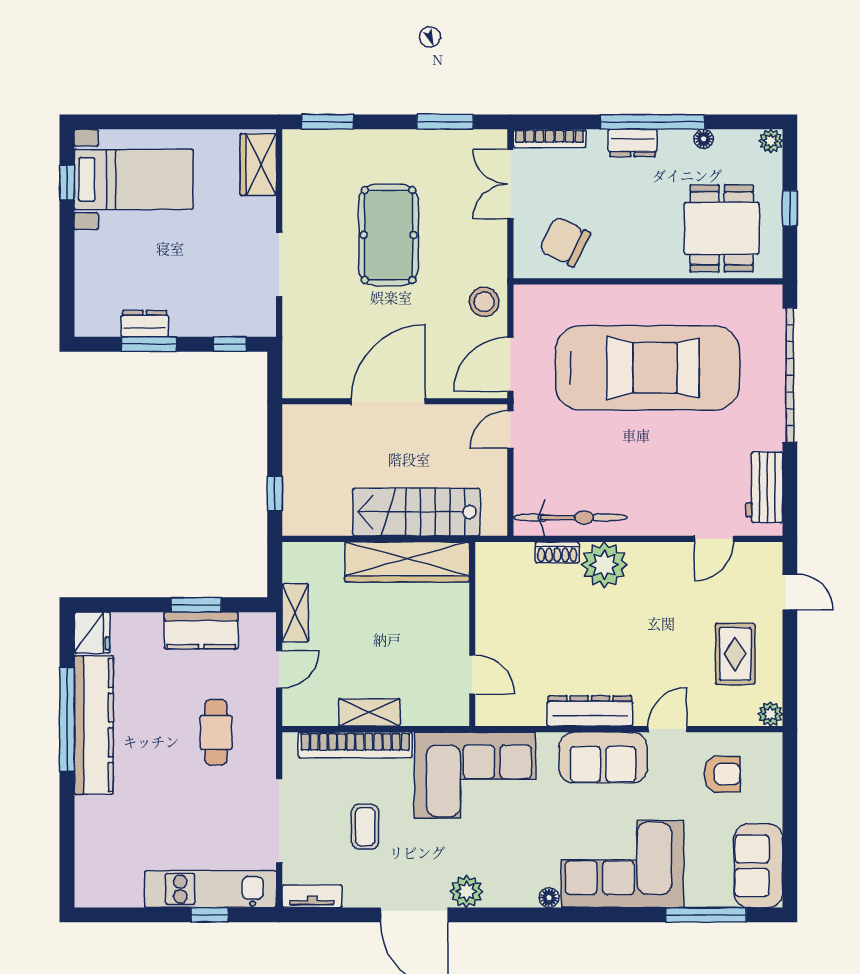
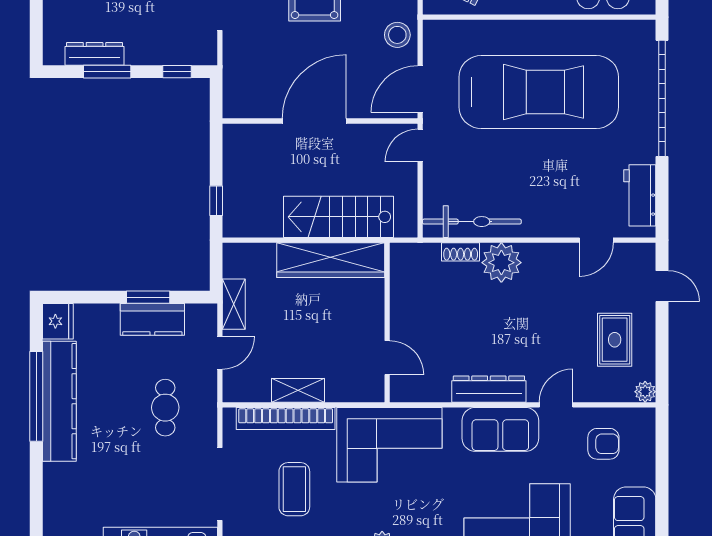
dresser: (145, 324) -> (95, 54), width x1.44
coffee table: (365, 827) -> (294, 489), width x1.36, depth x1.30

